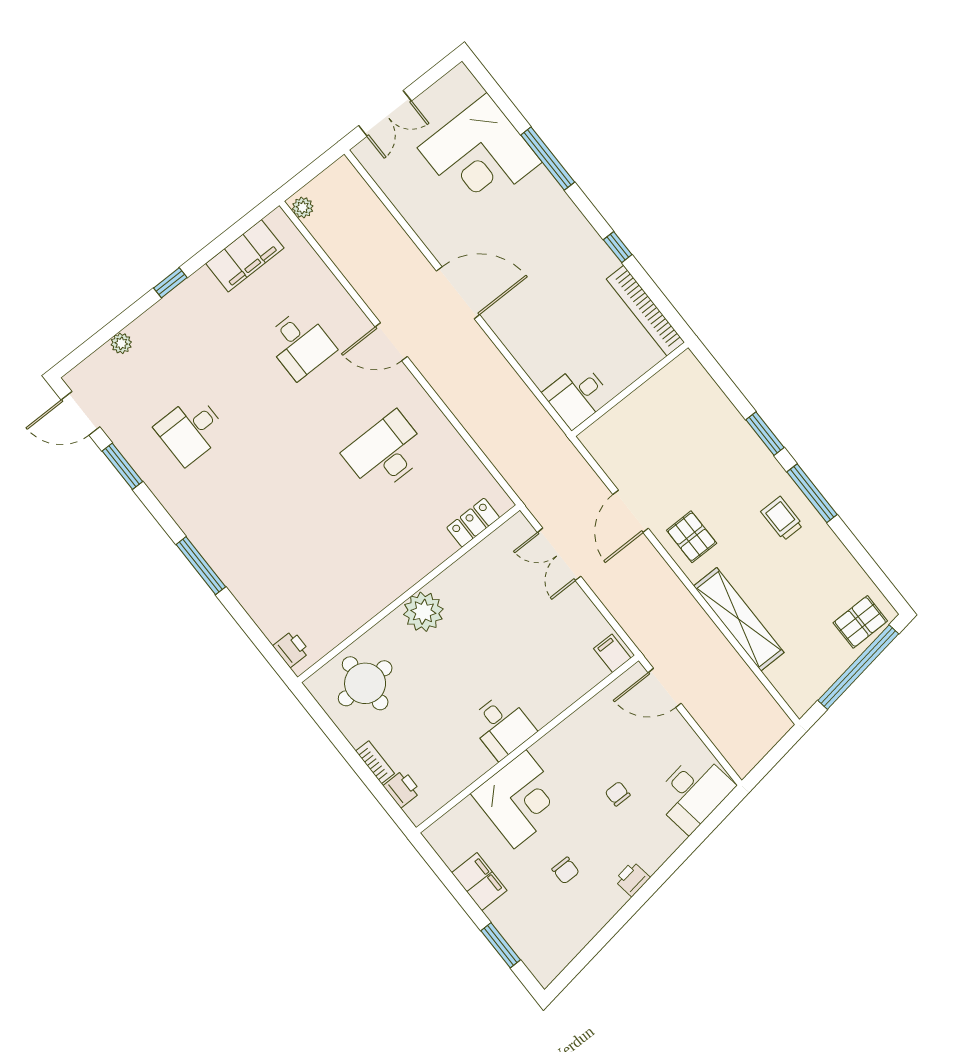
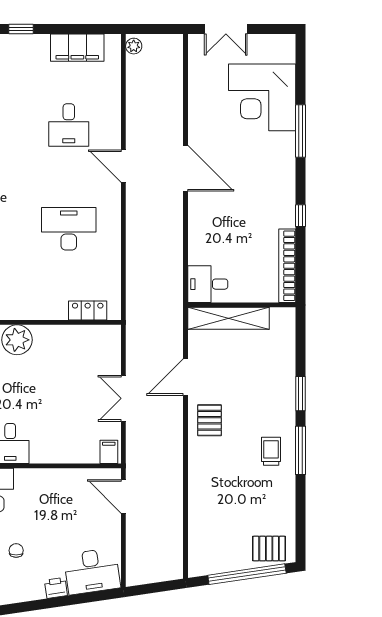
double door: (559, 554) -> (123, 398), moved
shelving: (739, 619) -> (228, 318), moved, turned 90
chair: (618, 794) -> (16, 550), moved
printer: (632, 879) -> (56, 588), moved

